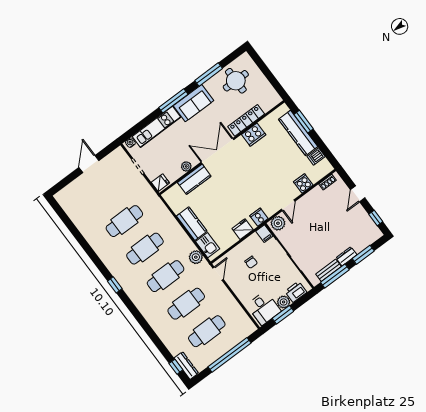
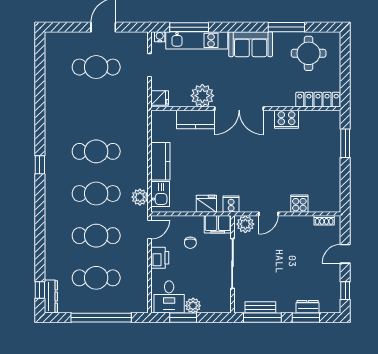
window: (173, 101) -> (189, 27), moved
locker: (246, 120) -> (318, 100), moved
kitchen counter: (298, 133) -> (331, 150), removed
double door: (217, 151) -> (239, 109), swing flipped
dishwasher: (316, 156) -> (332, 186), removed
plant: (186, 166) -> (202, 96), width x1.88, depth x1.88
cafe table: (124, 221) -> (96, 67), moved
filing cabinet: (264, 234) -> (218, 224), width x2.00
dresser: (346, 256) -> (308, 307), moved
printer: (296, 292) -> (160, 258), moved, turned 90

